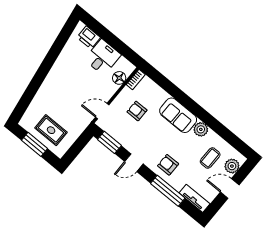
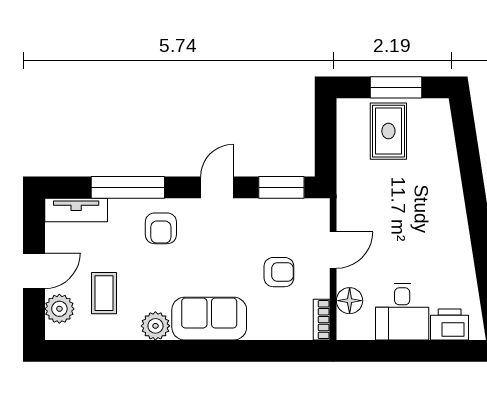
door: (102, 111) -> (333, 250), moved
rug: (51, 130) -> (388, 131), turned 90
armchair: (168, 165) -> (161, 228), turned 90

